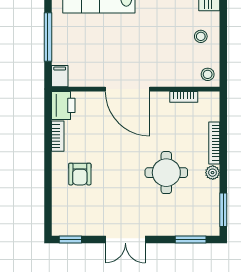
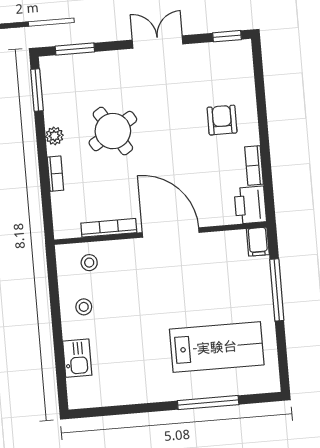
stool: (208, 74) -> (89, 263), moved
bookcase: (184, 97) -> (109, 228), width x1.56
bookcase: (214, 143) -> (55, 174), width x0.64
round table: (166, 173) -> (113, 131), turned -32

